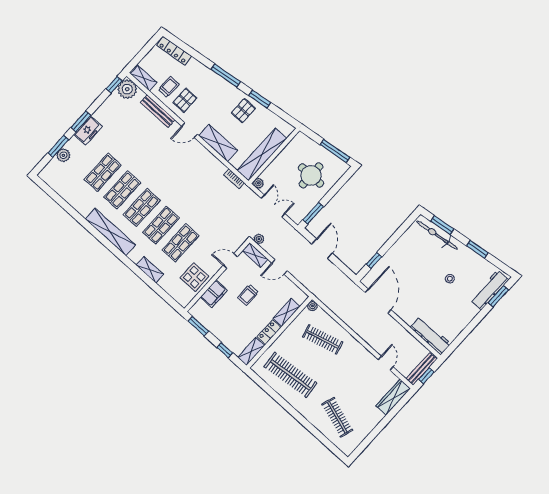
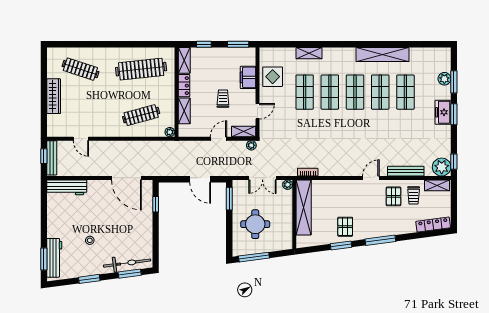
shelving: (218, 143) -> (342, 187), removed
shelving: (110, 232) -> (382, 54), moved
wardrobe: (393, 397) -> (54, 96), moved

